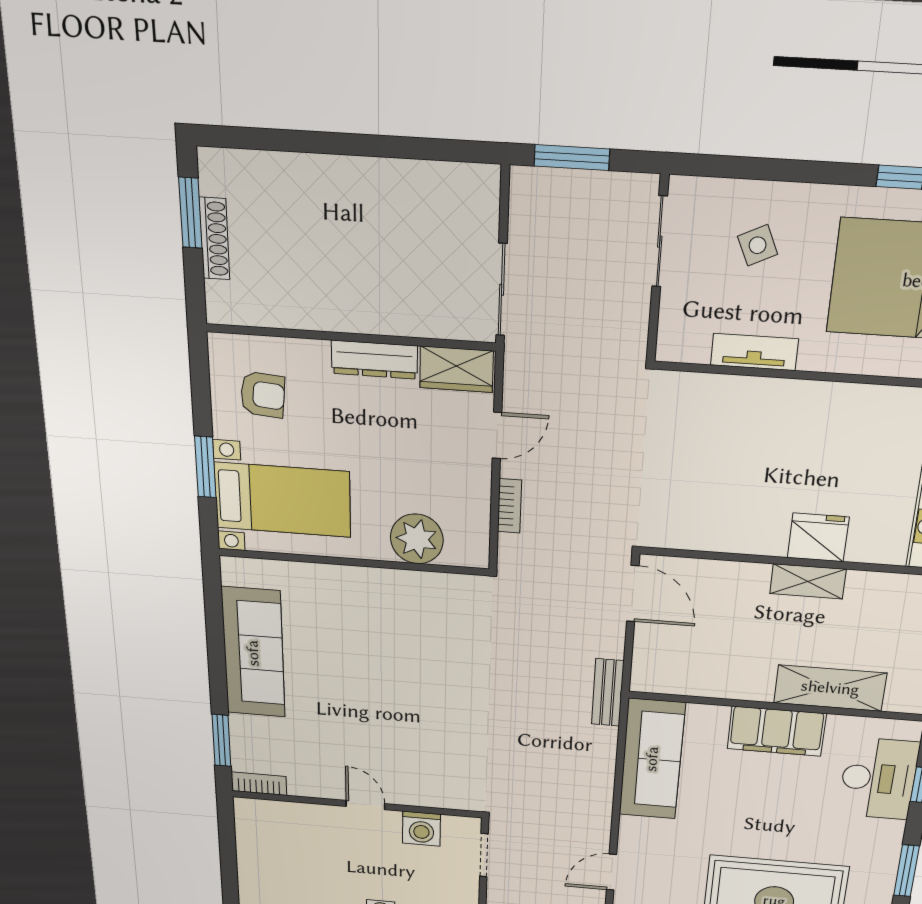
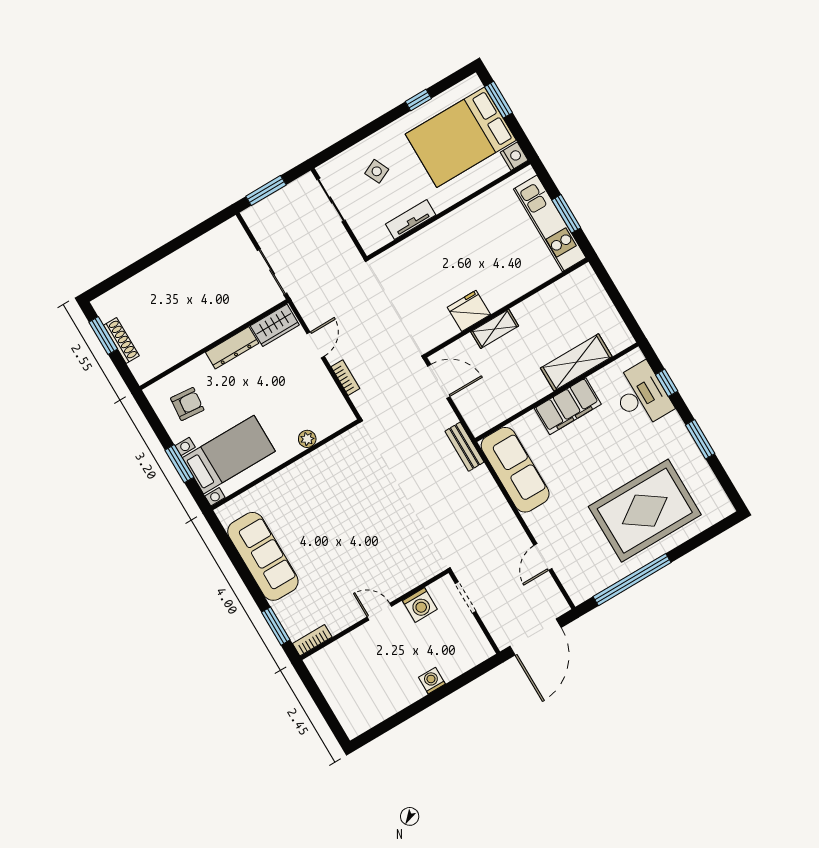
fridge: (818, 537) -> (469, 311), moved
plant: (417, 539) -> (307, 439), width x0.53, depth x0.53
shelving: (808, 581) -> (495, 329), moved

